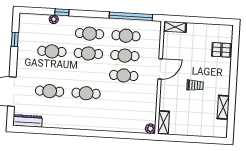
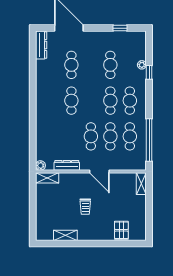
dresser: (152, 102) -> (67, 165), added

